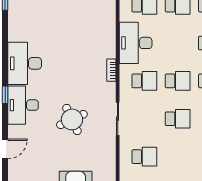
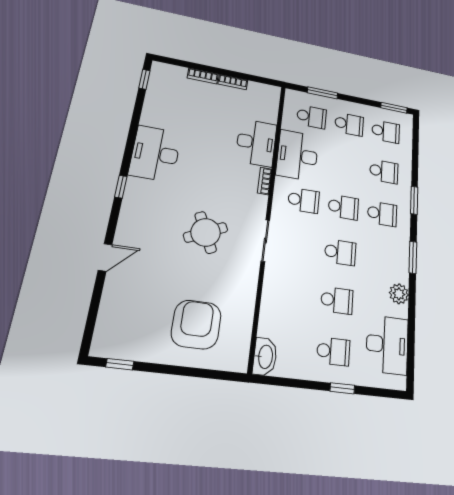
desk: (23, 105) -> (256, 143), moved, turned 180
school desk: (144, 157) -> (337, 300), moved

